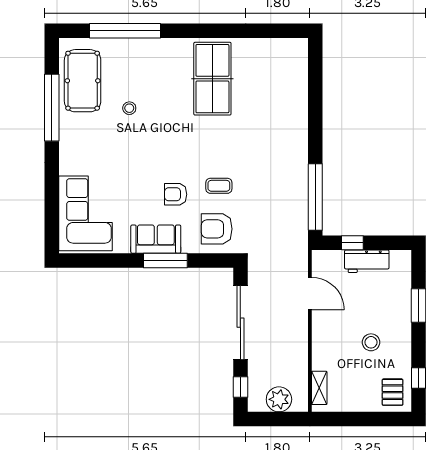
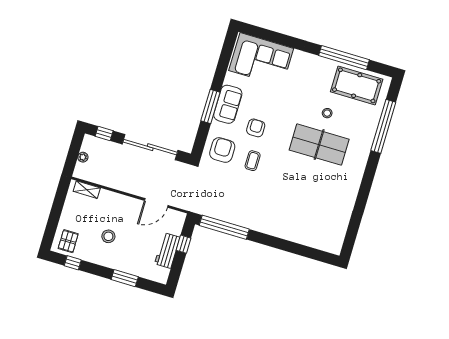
table tennis table: (212, 79) -> (319, 145), moved
pallet: (393, 392) -> (68, 241), turned 90
plant: (279, 399) -> (83, 157), width x0.53, depth x0.53

